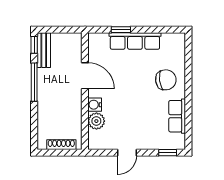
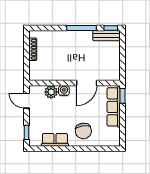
door: (85, 76) -> (87, 83), moved
wall: (85, 91) -> (75, 83), moved
water cooler: (95, 105) -> (64, 91), moved
plant: (96, 121) -> (51, 92), moved

